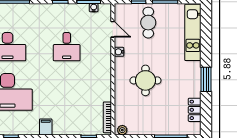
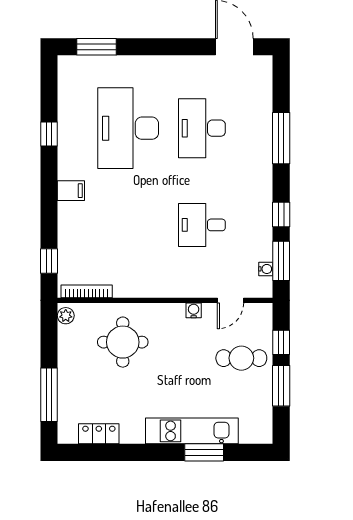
kitchen unit: (193, 32) -> (192, 431), moved
window: (206, 79) -> (204, 452), moved
round table: (145, 80) -> (123, 342), moved

